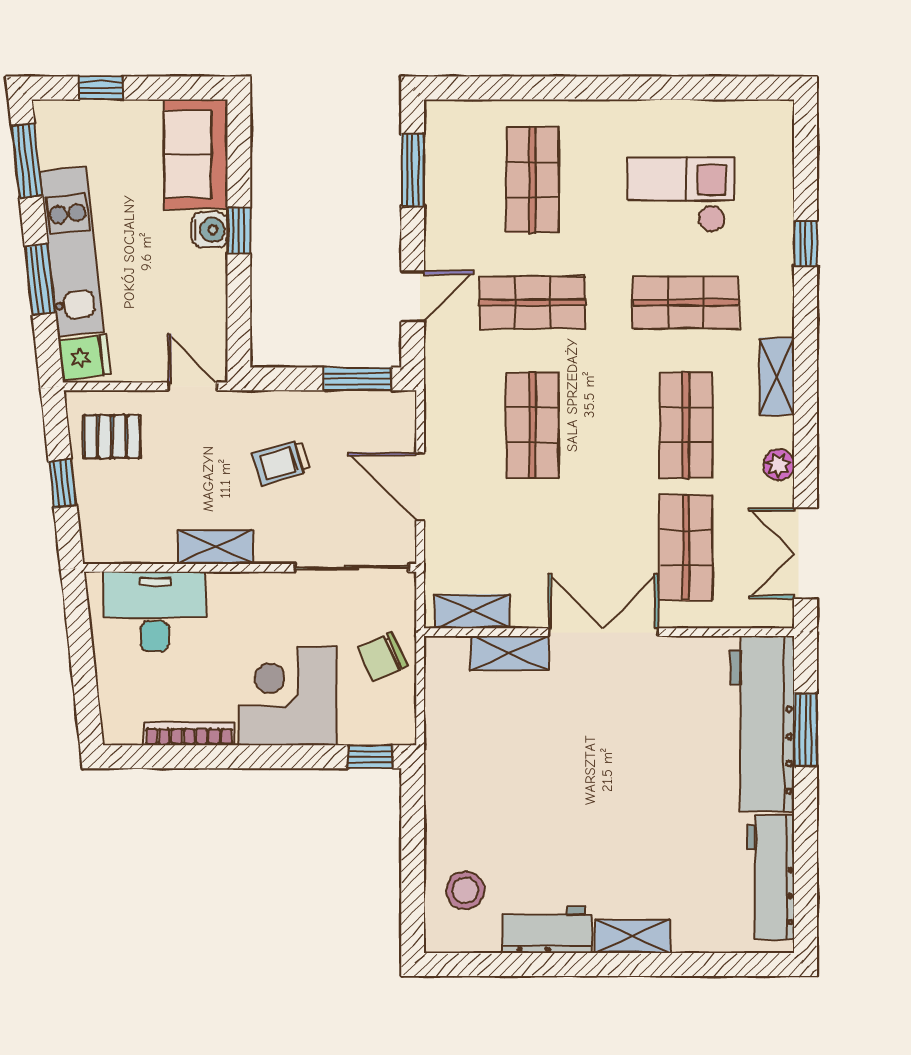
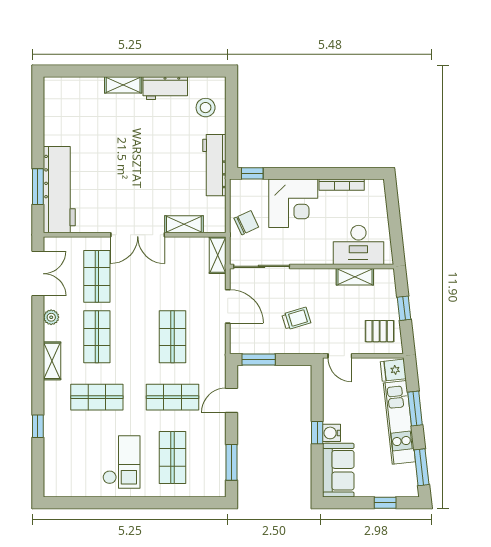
checkout: (681, 195) -> (121, 462), moved, turned -90
shelving: (216, 547) -> (355, 277), moved
shelving: (472, 611) -> (218, 255), moved, turned 90
workbench: (771, 877) -> (214, 165), moved, turned 180

